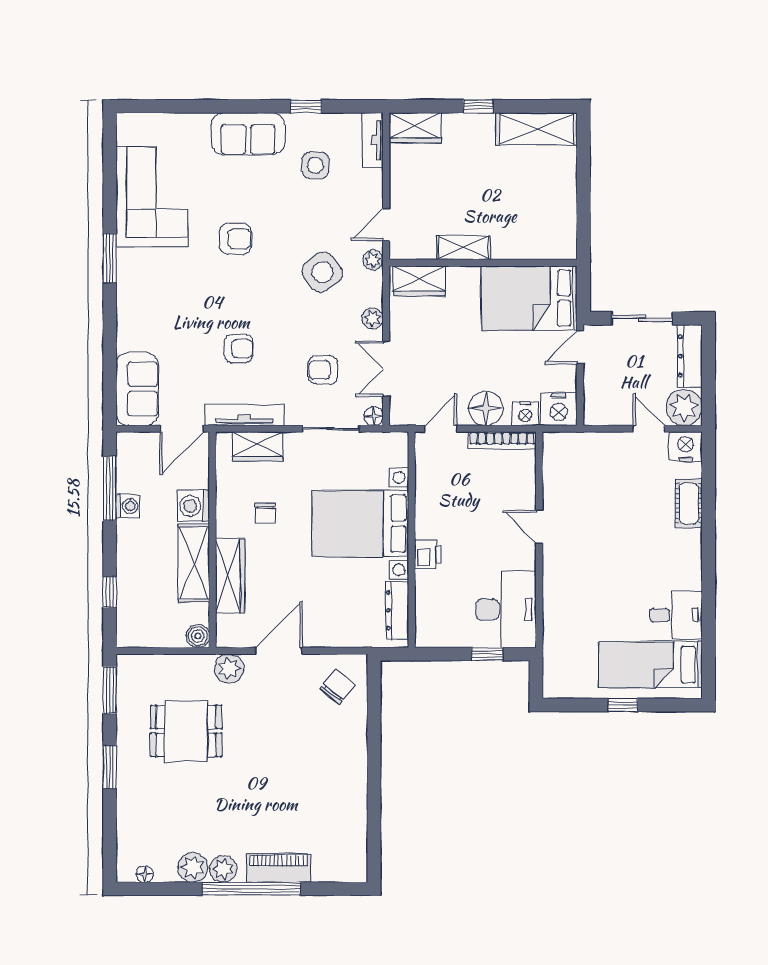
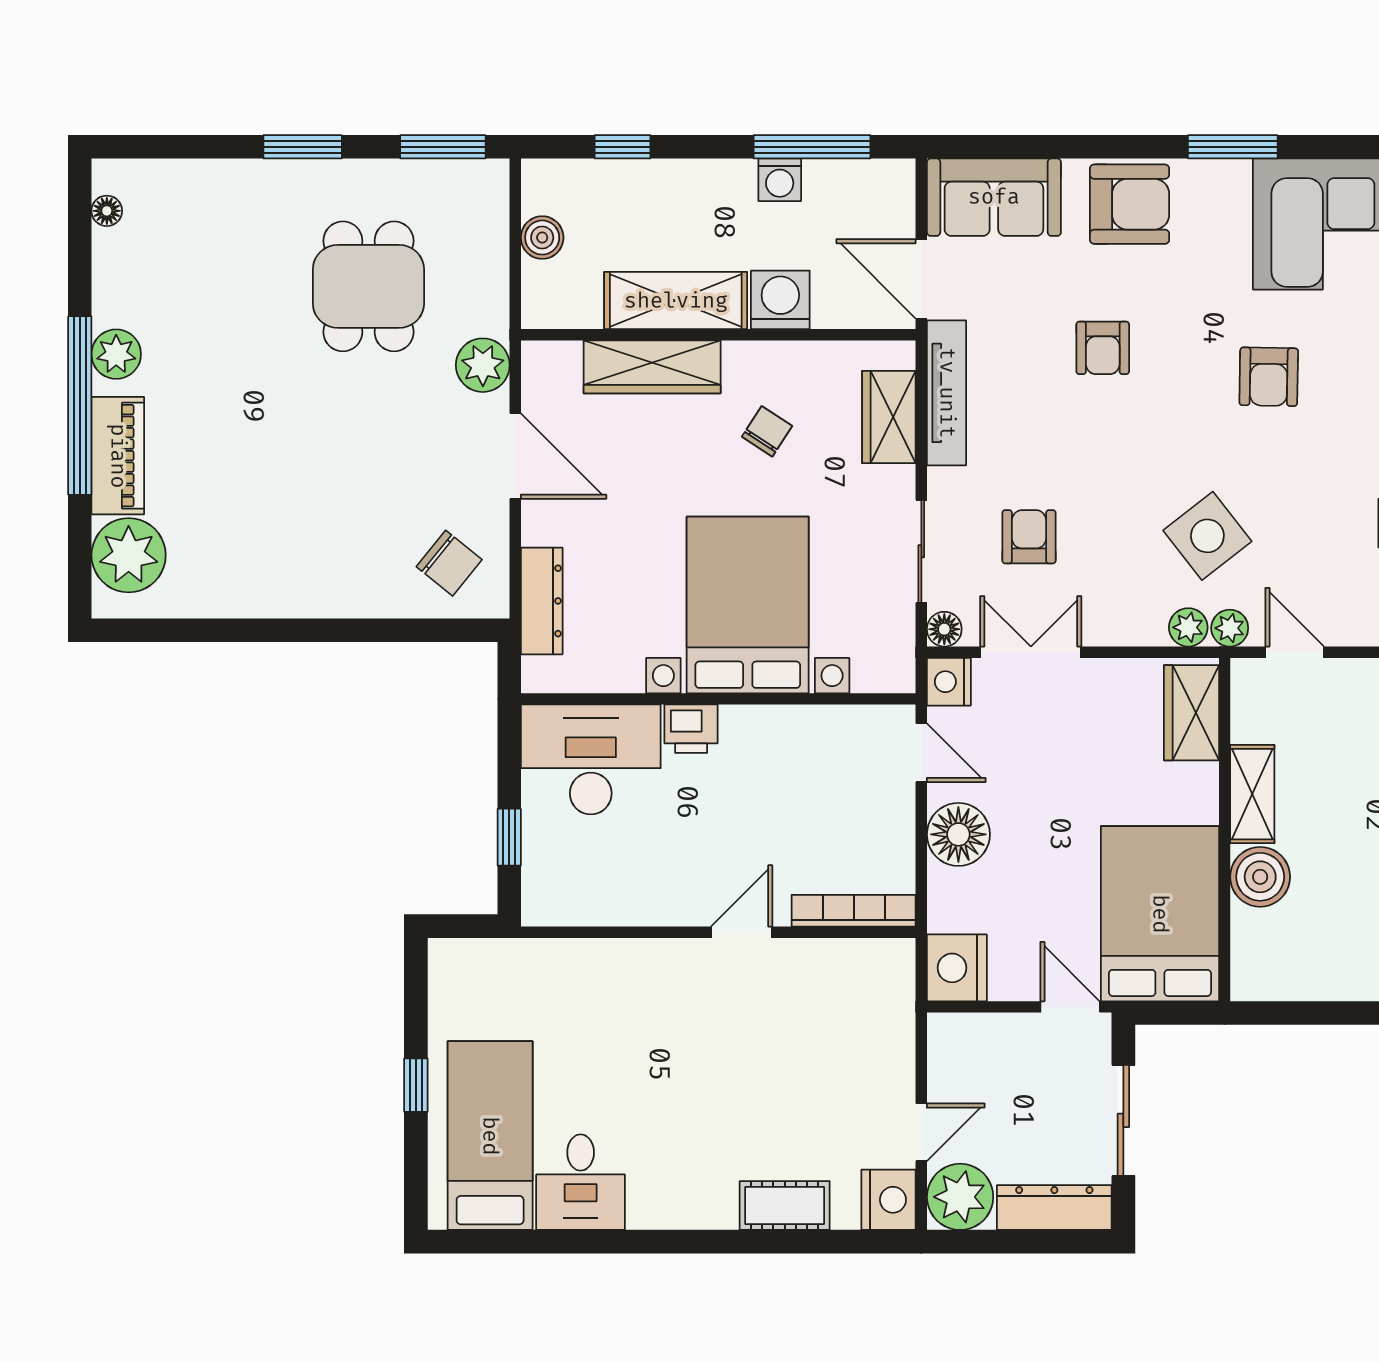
boiler: (509, 243) -> (1260, 877), added
armchair: (141, 315) -> (1130, 204), added
plant: (373, 319) -> (1188, 627), moved
armchair: (239, 349) -> (1103, 348), moved
nightstand: (525, 414) -> (949, 682), moved
bookcase: (502, 440) -> (854, 911), moved, turned 90
chair: (265, 513) -> (767, 431), turned 123
desk: (506, 609) -> (591, 759), moved, turned 180
dresser: (397, 610) -> (542, 601), moved, turned 90
boiler: (198, 636) -> (542, 238), moved
plant: (193, 868) -> (129, 555), moved, width x1.36, depth x1.36

